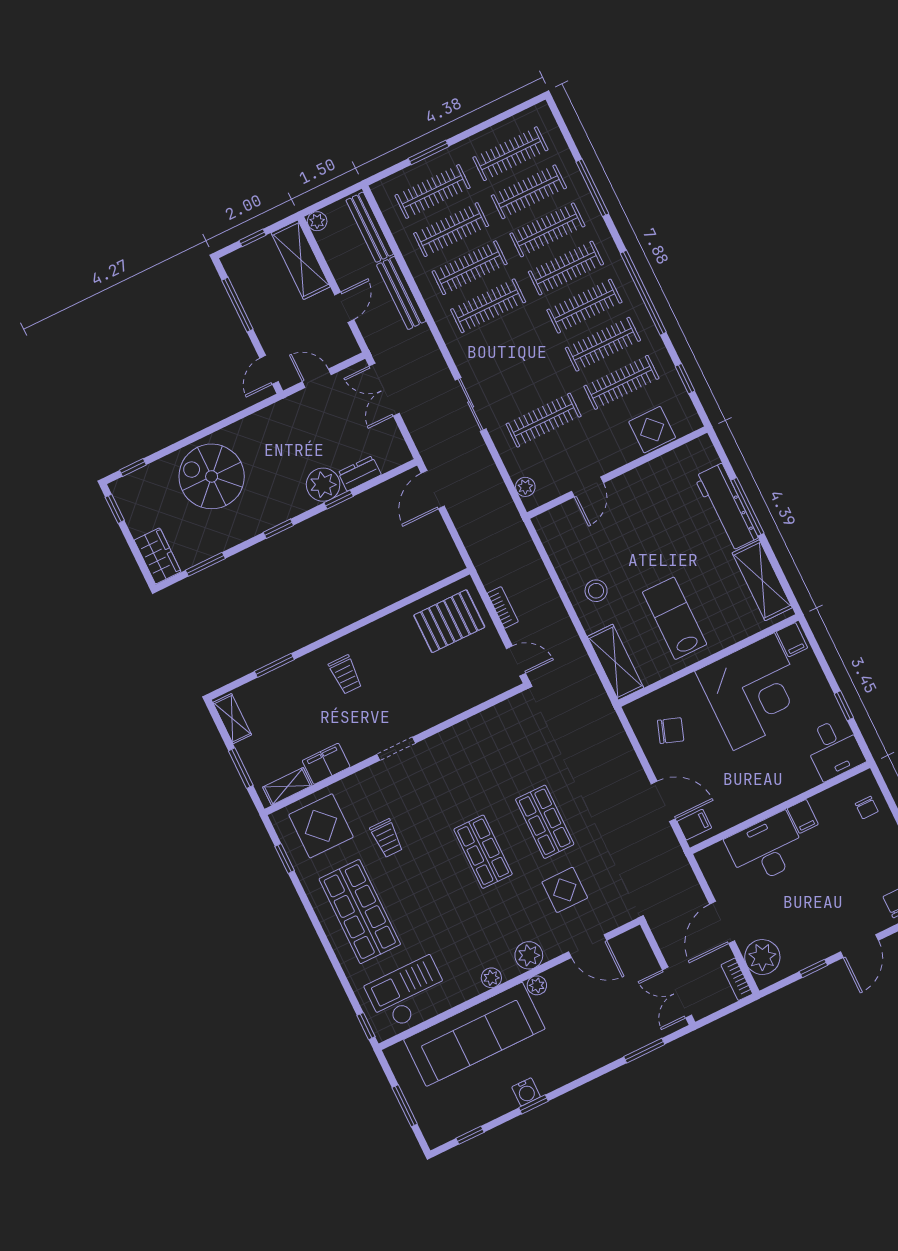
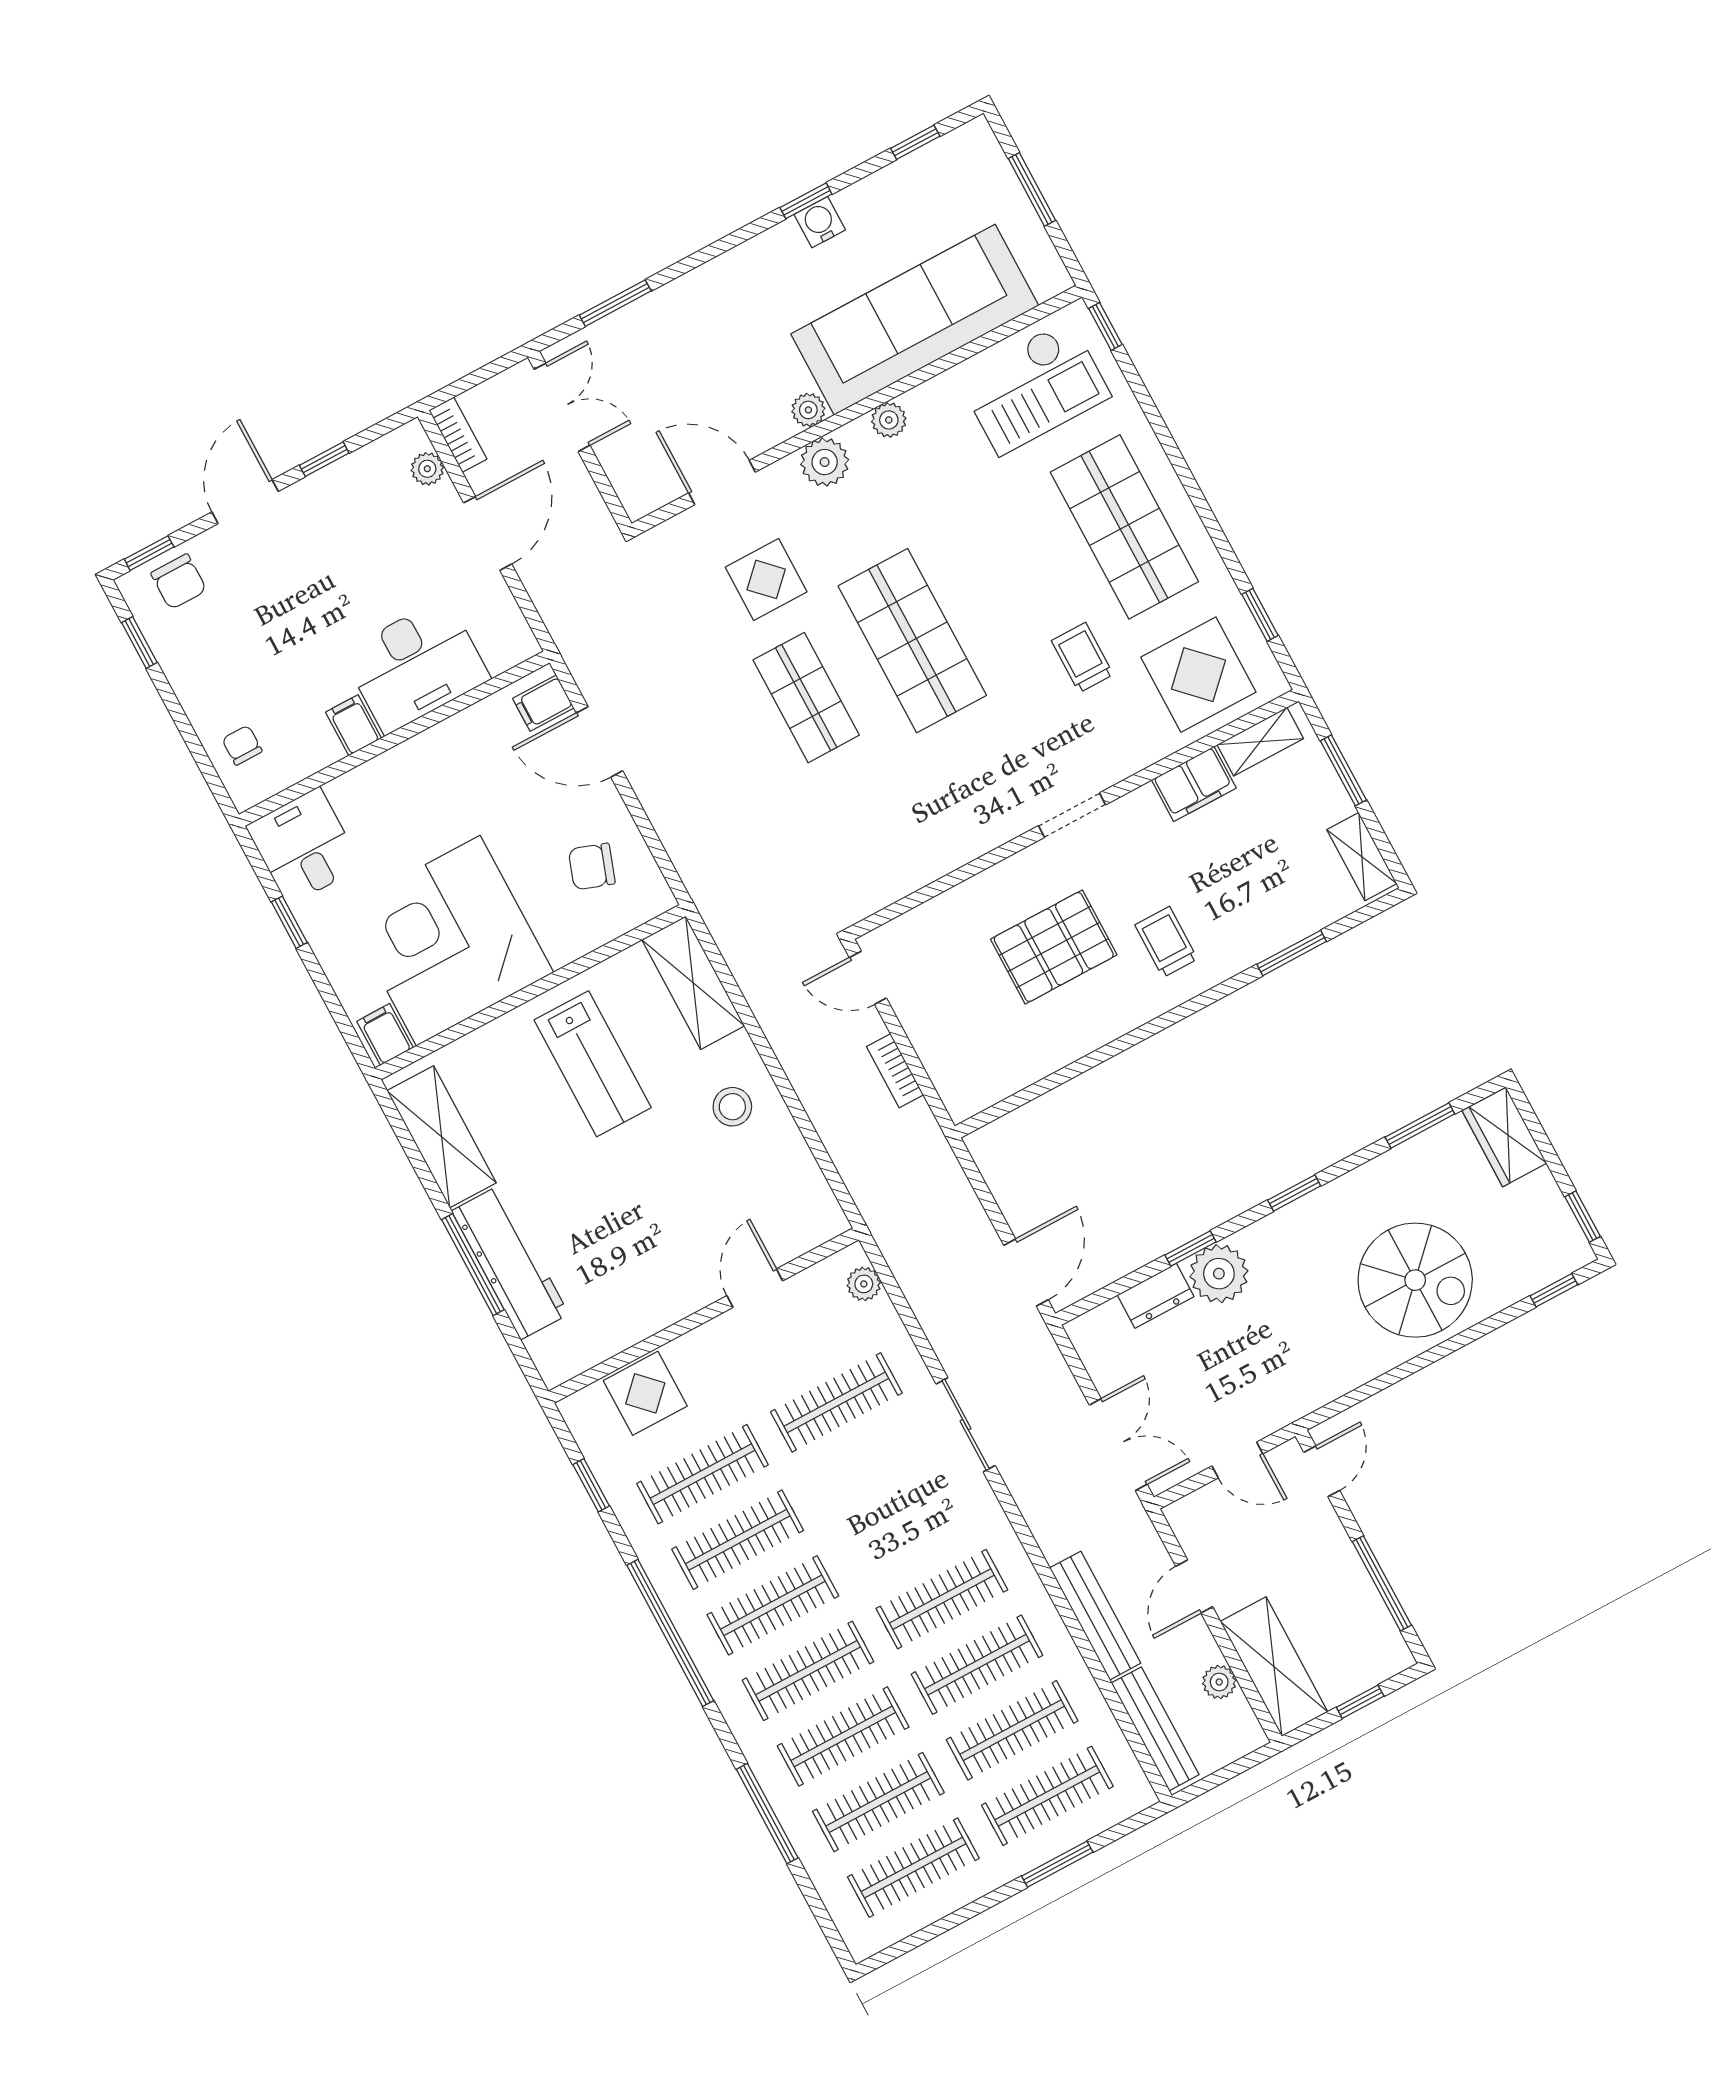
plant: (317, 221) -> (1219, 1682), moved
pallet: (449, 621) -> (1054, 947), moved
shop shelf: (483, 852) -> (912, 641), width x1.43, depth x1.36
plant: (762, 957) -> (427, 469), width x0.53, depth x0.53

